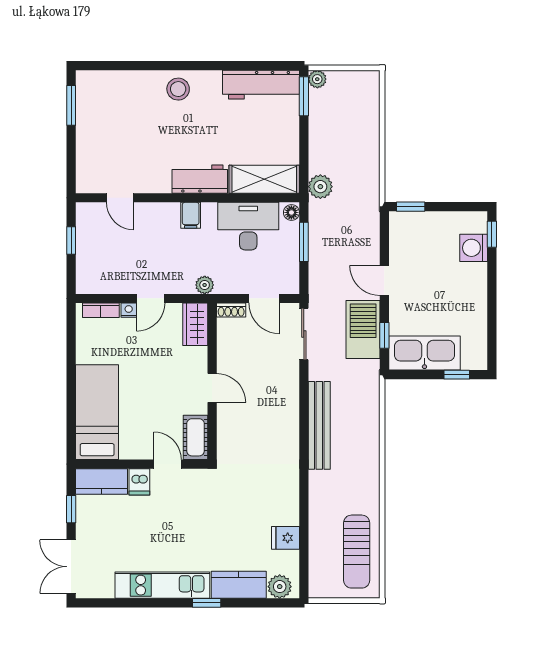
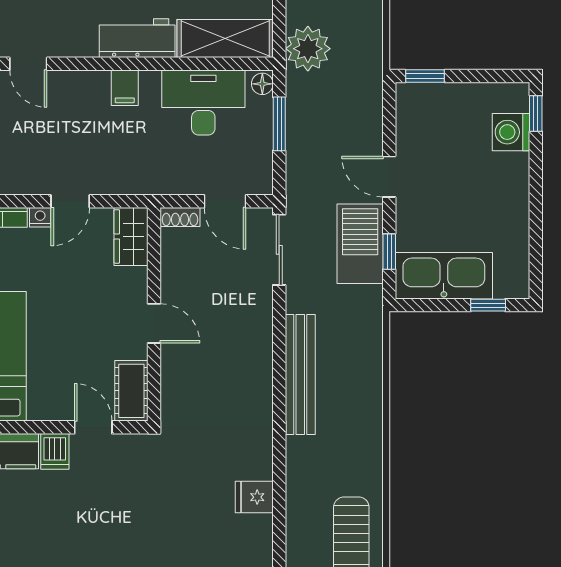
plant: (320, 187) -> (308, 49), width x1.36, depth x1.36
plant: (205, 285) -> (144, 183), removed
fridge: (286, 538) -> (254, 497), moved

